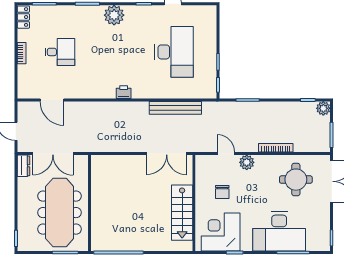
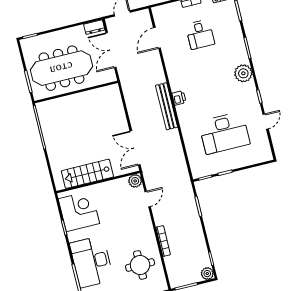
bench: (175, 108) -> (167, 106), moved
plant: (247, 162) -> (135, 181), moved
chair: (222, 192) -> (114, 204), removed

